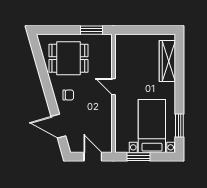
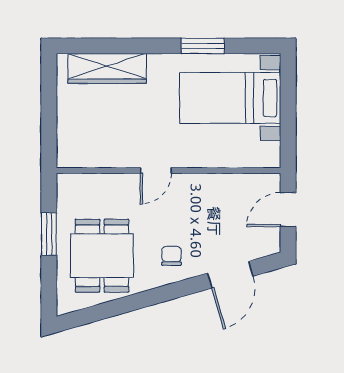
window: (91, 30) -> (49, 234), moved
window: (179, 125) -> (203, 46), moved
window: (139, 157) -> (288, 123), removed

